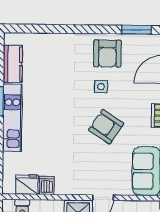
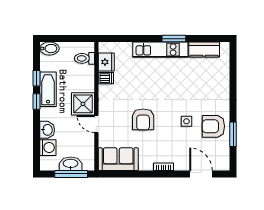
window: (137, 30) -> (233, 134), moved
armchair: (106, 127) -> (143, 119), moved, turned 146

